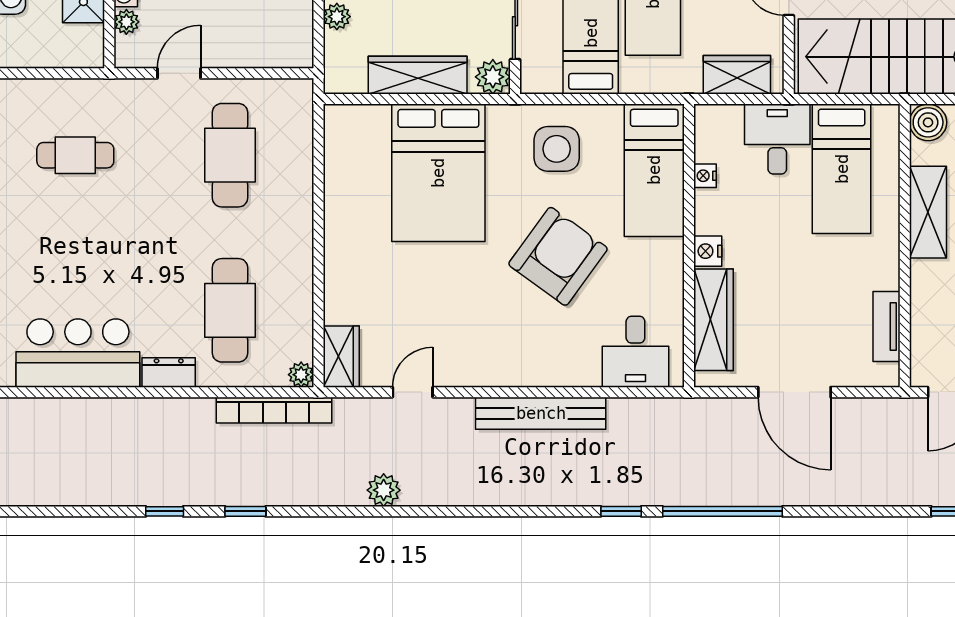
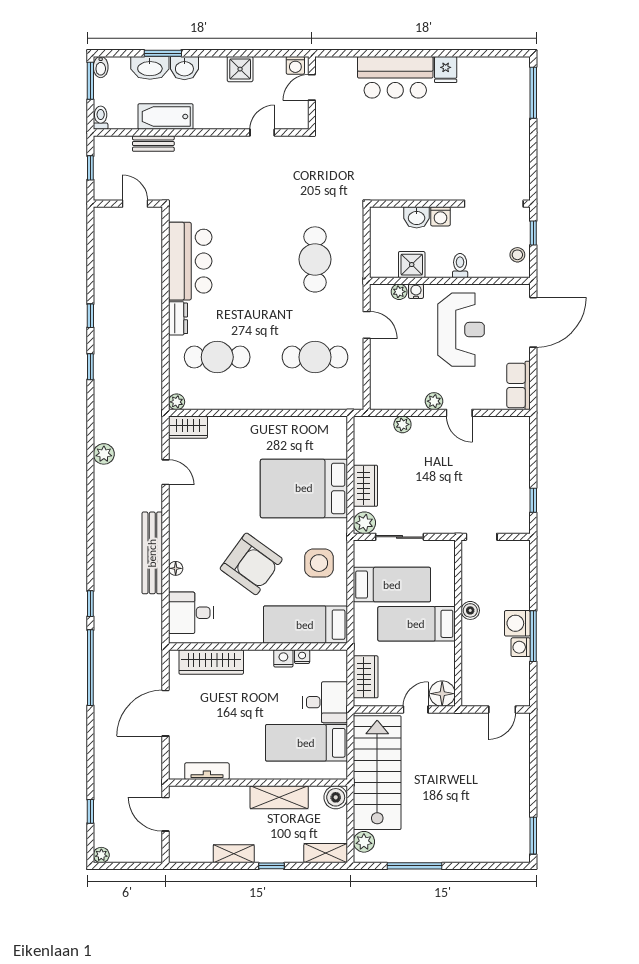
wardrobe: (418, 75) -> (365, 486), width x0.67
cafe table: (75, 155) -> (315, 259), width x1.37, depth x1.35
nightstand: (708, 251) -> (283, 658), moved
floor lamp: (565, 376) -> (176, 568), added
bookcase: (274, 410) -> (154, 385), removed

